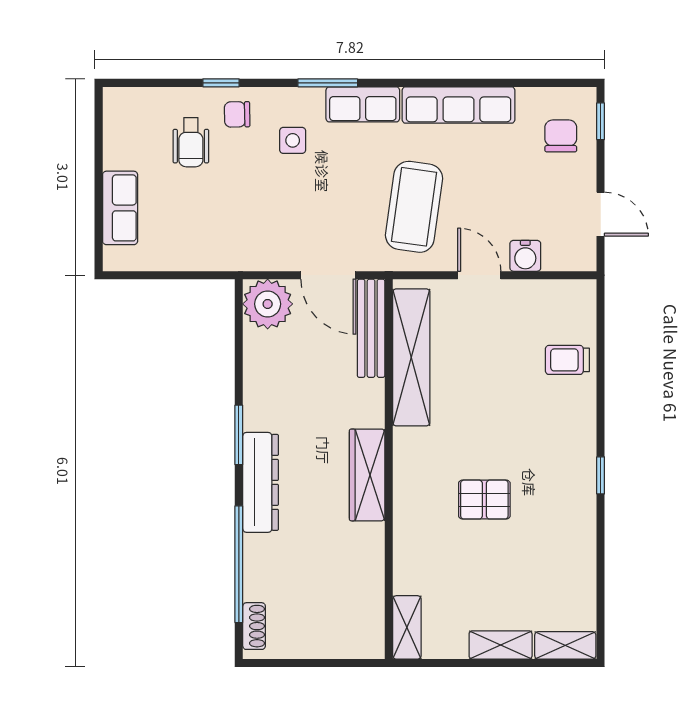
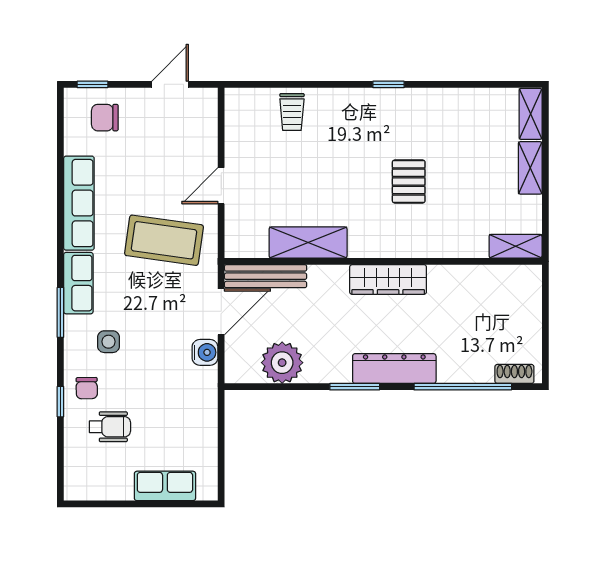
water cooler: (525, 256) -> (205, 352), moved
plant: (268, 304) -> (282, 363), moved
shelving: (411, 357) -> (308, 243), width x0.68

